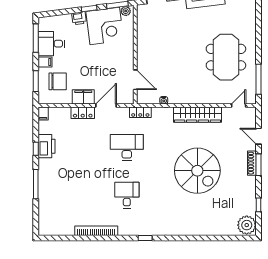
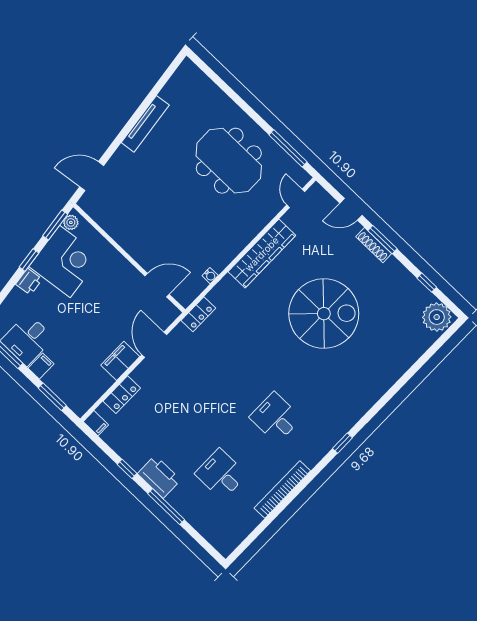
chair: (58, 81) -> (76, 373), removed
locker: (83, 113) -> (122, 395), moved
printer: (46, 146) -> (159, 477), moved
desk: (127, 147) -> (221, 474), moved, width x0.73

